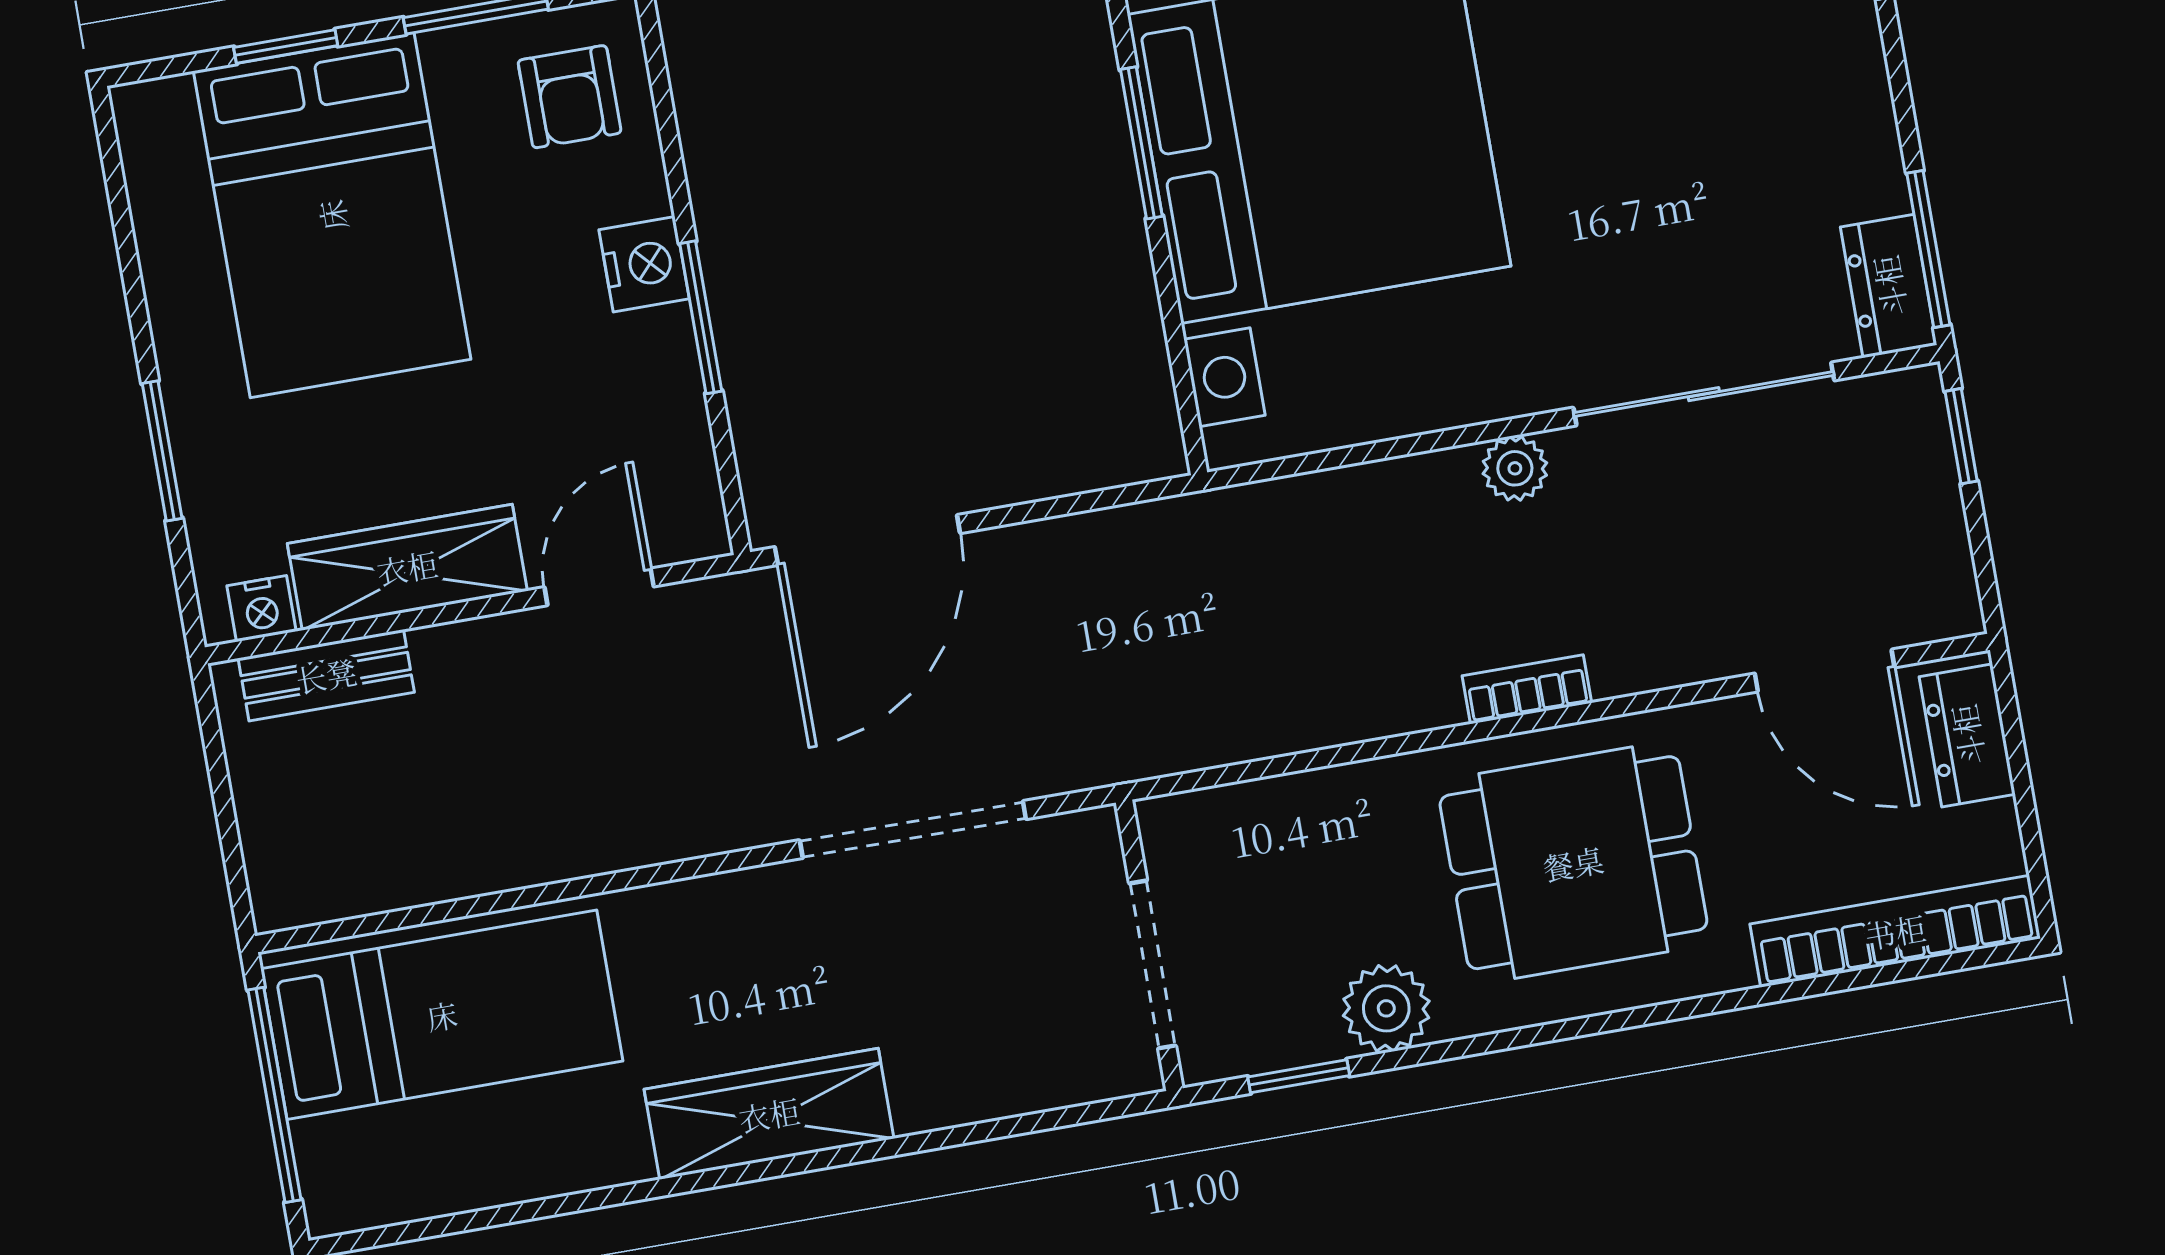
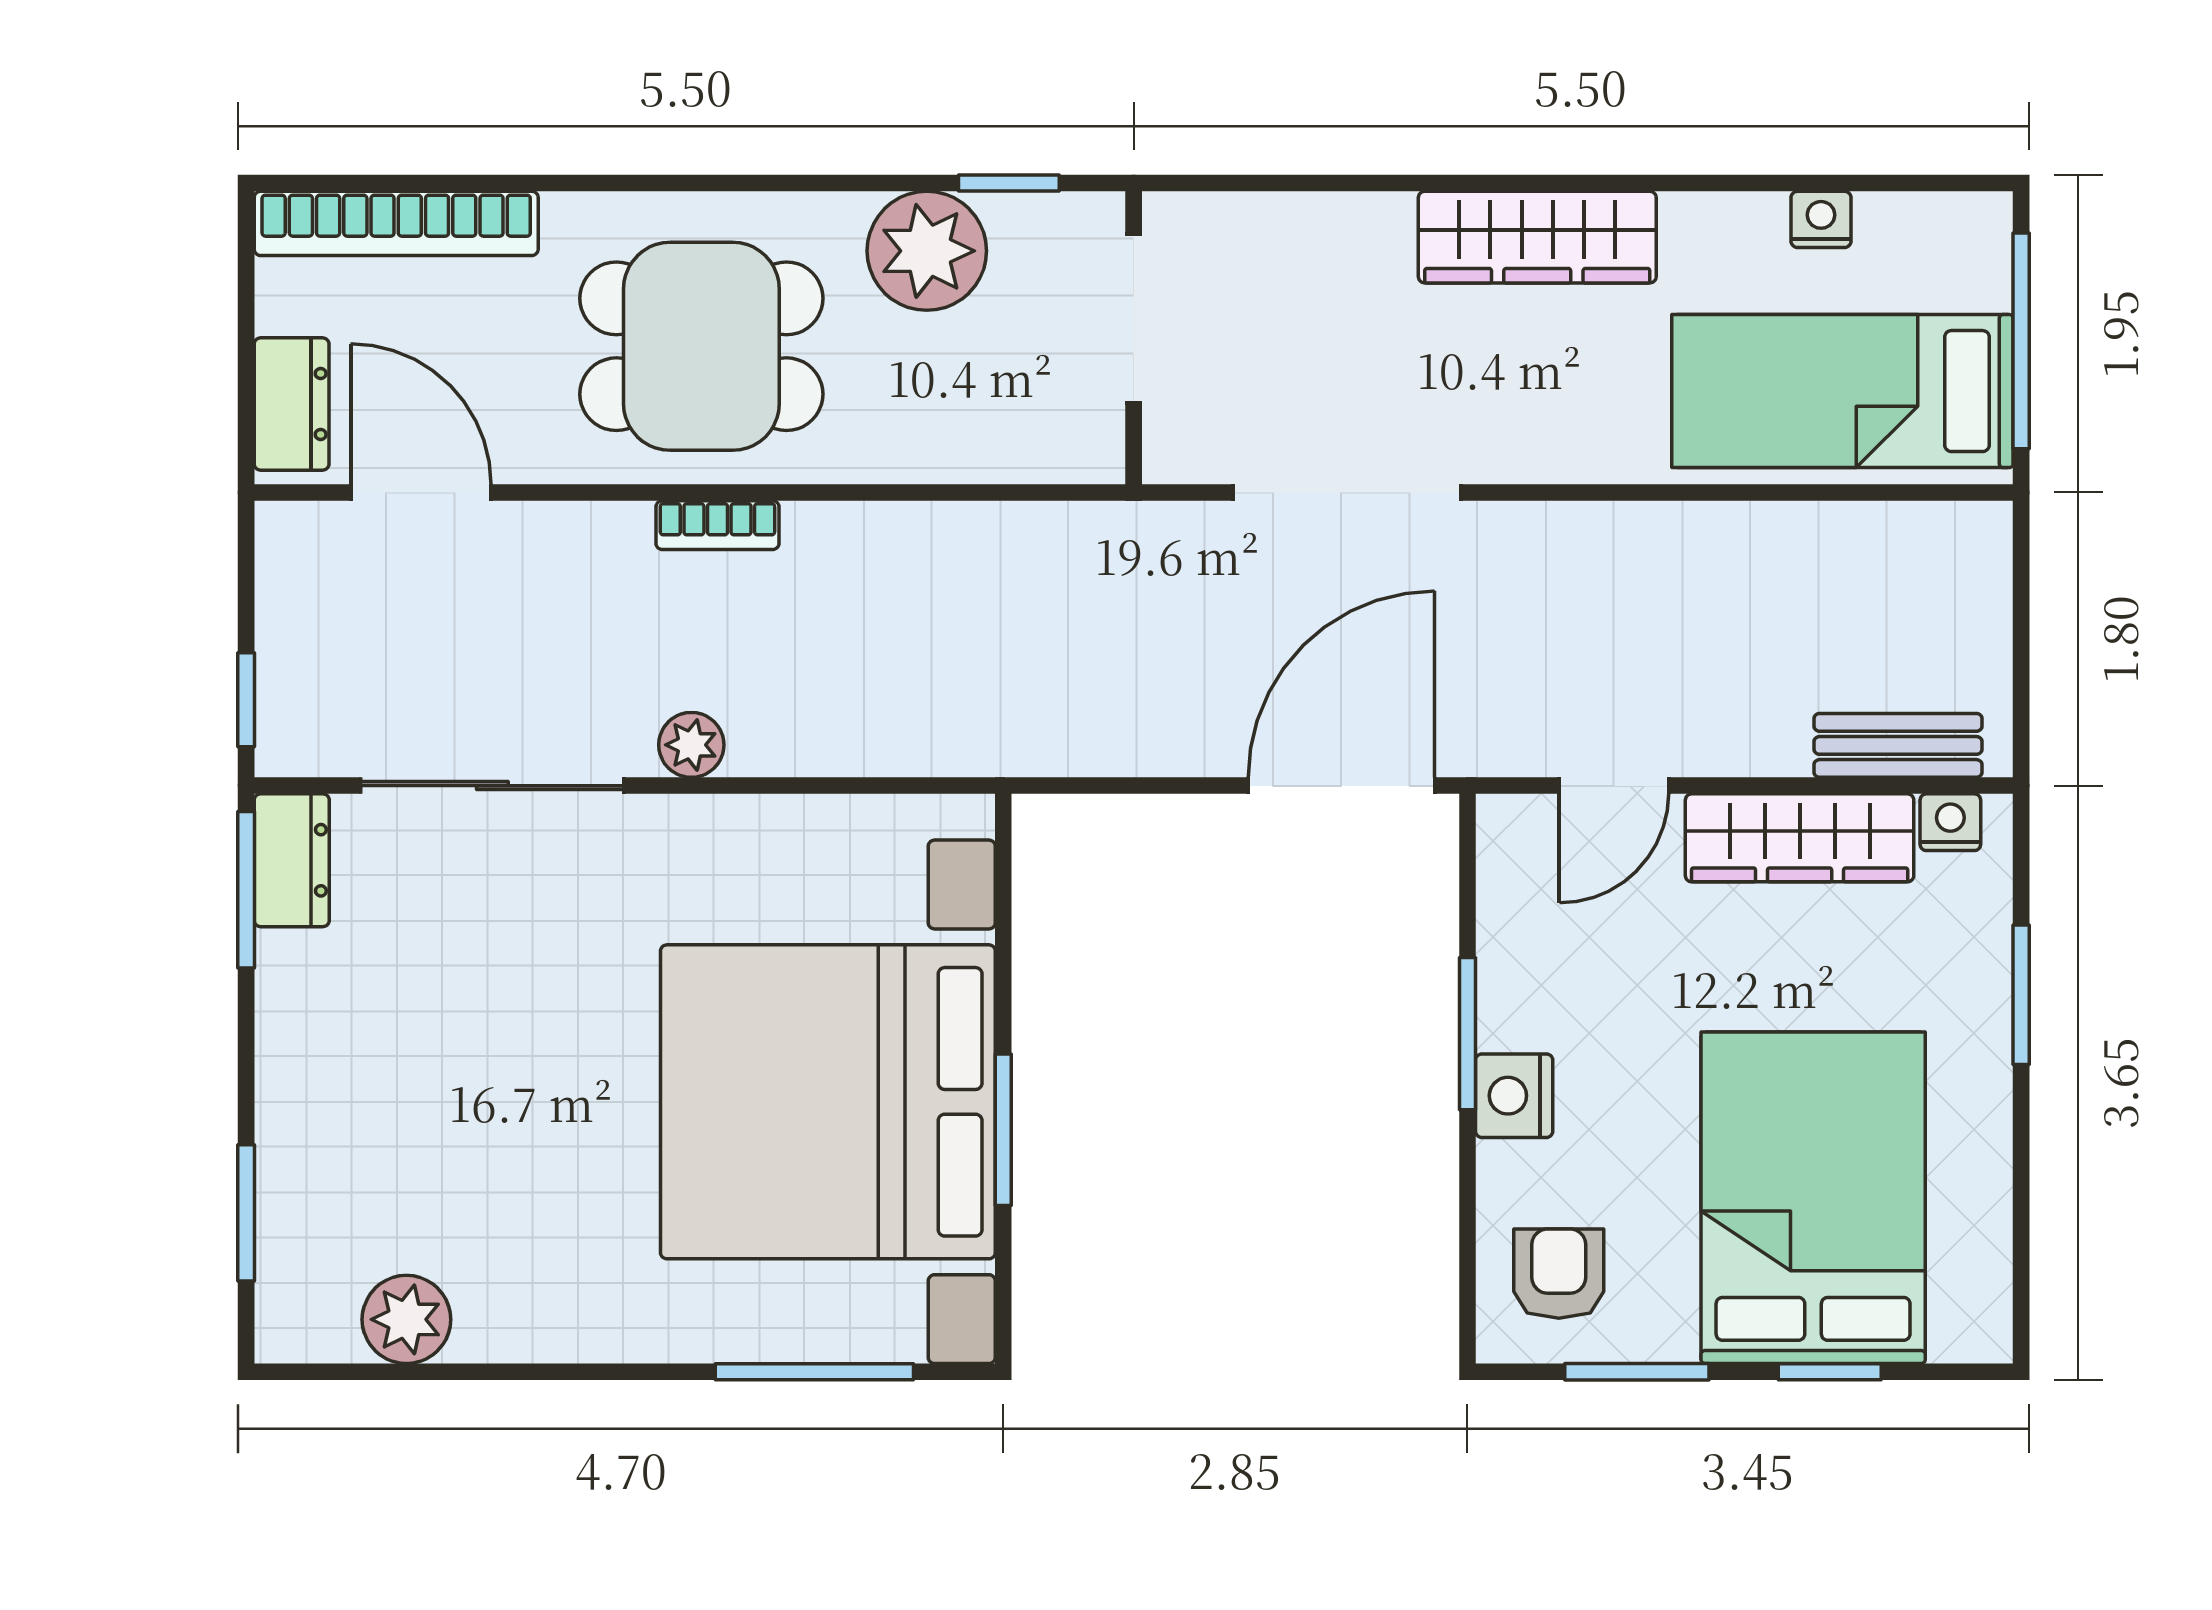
plant: (1386, 1008) -> (927, 251), width x1.36, depth x1.36
nightstand: (492, 1180) -> (1821, 219), added

